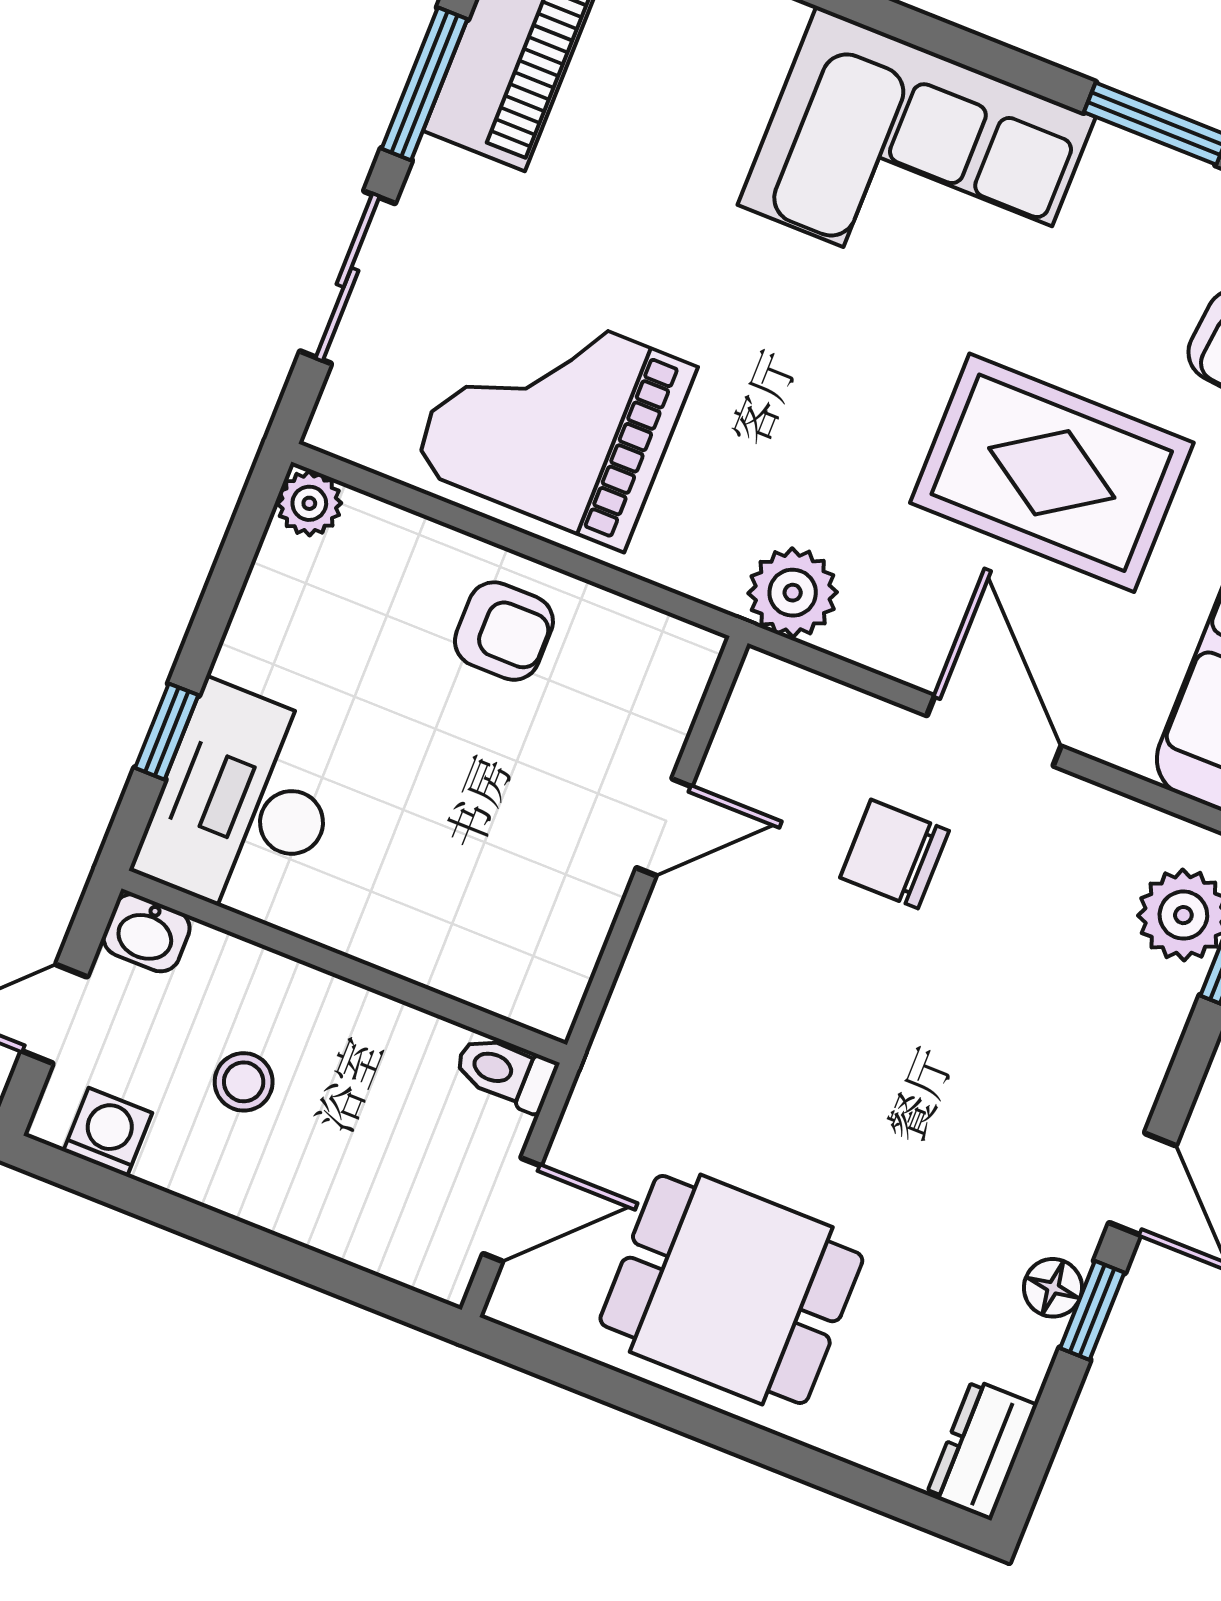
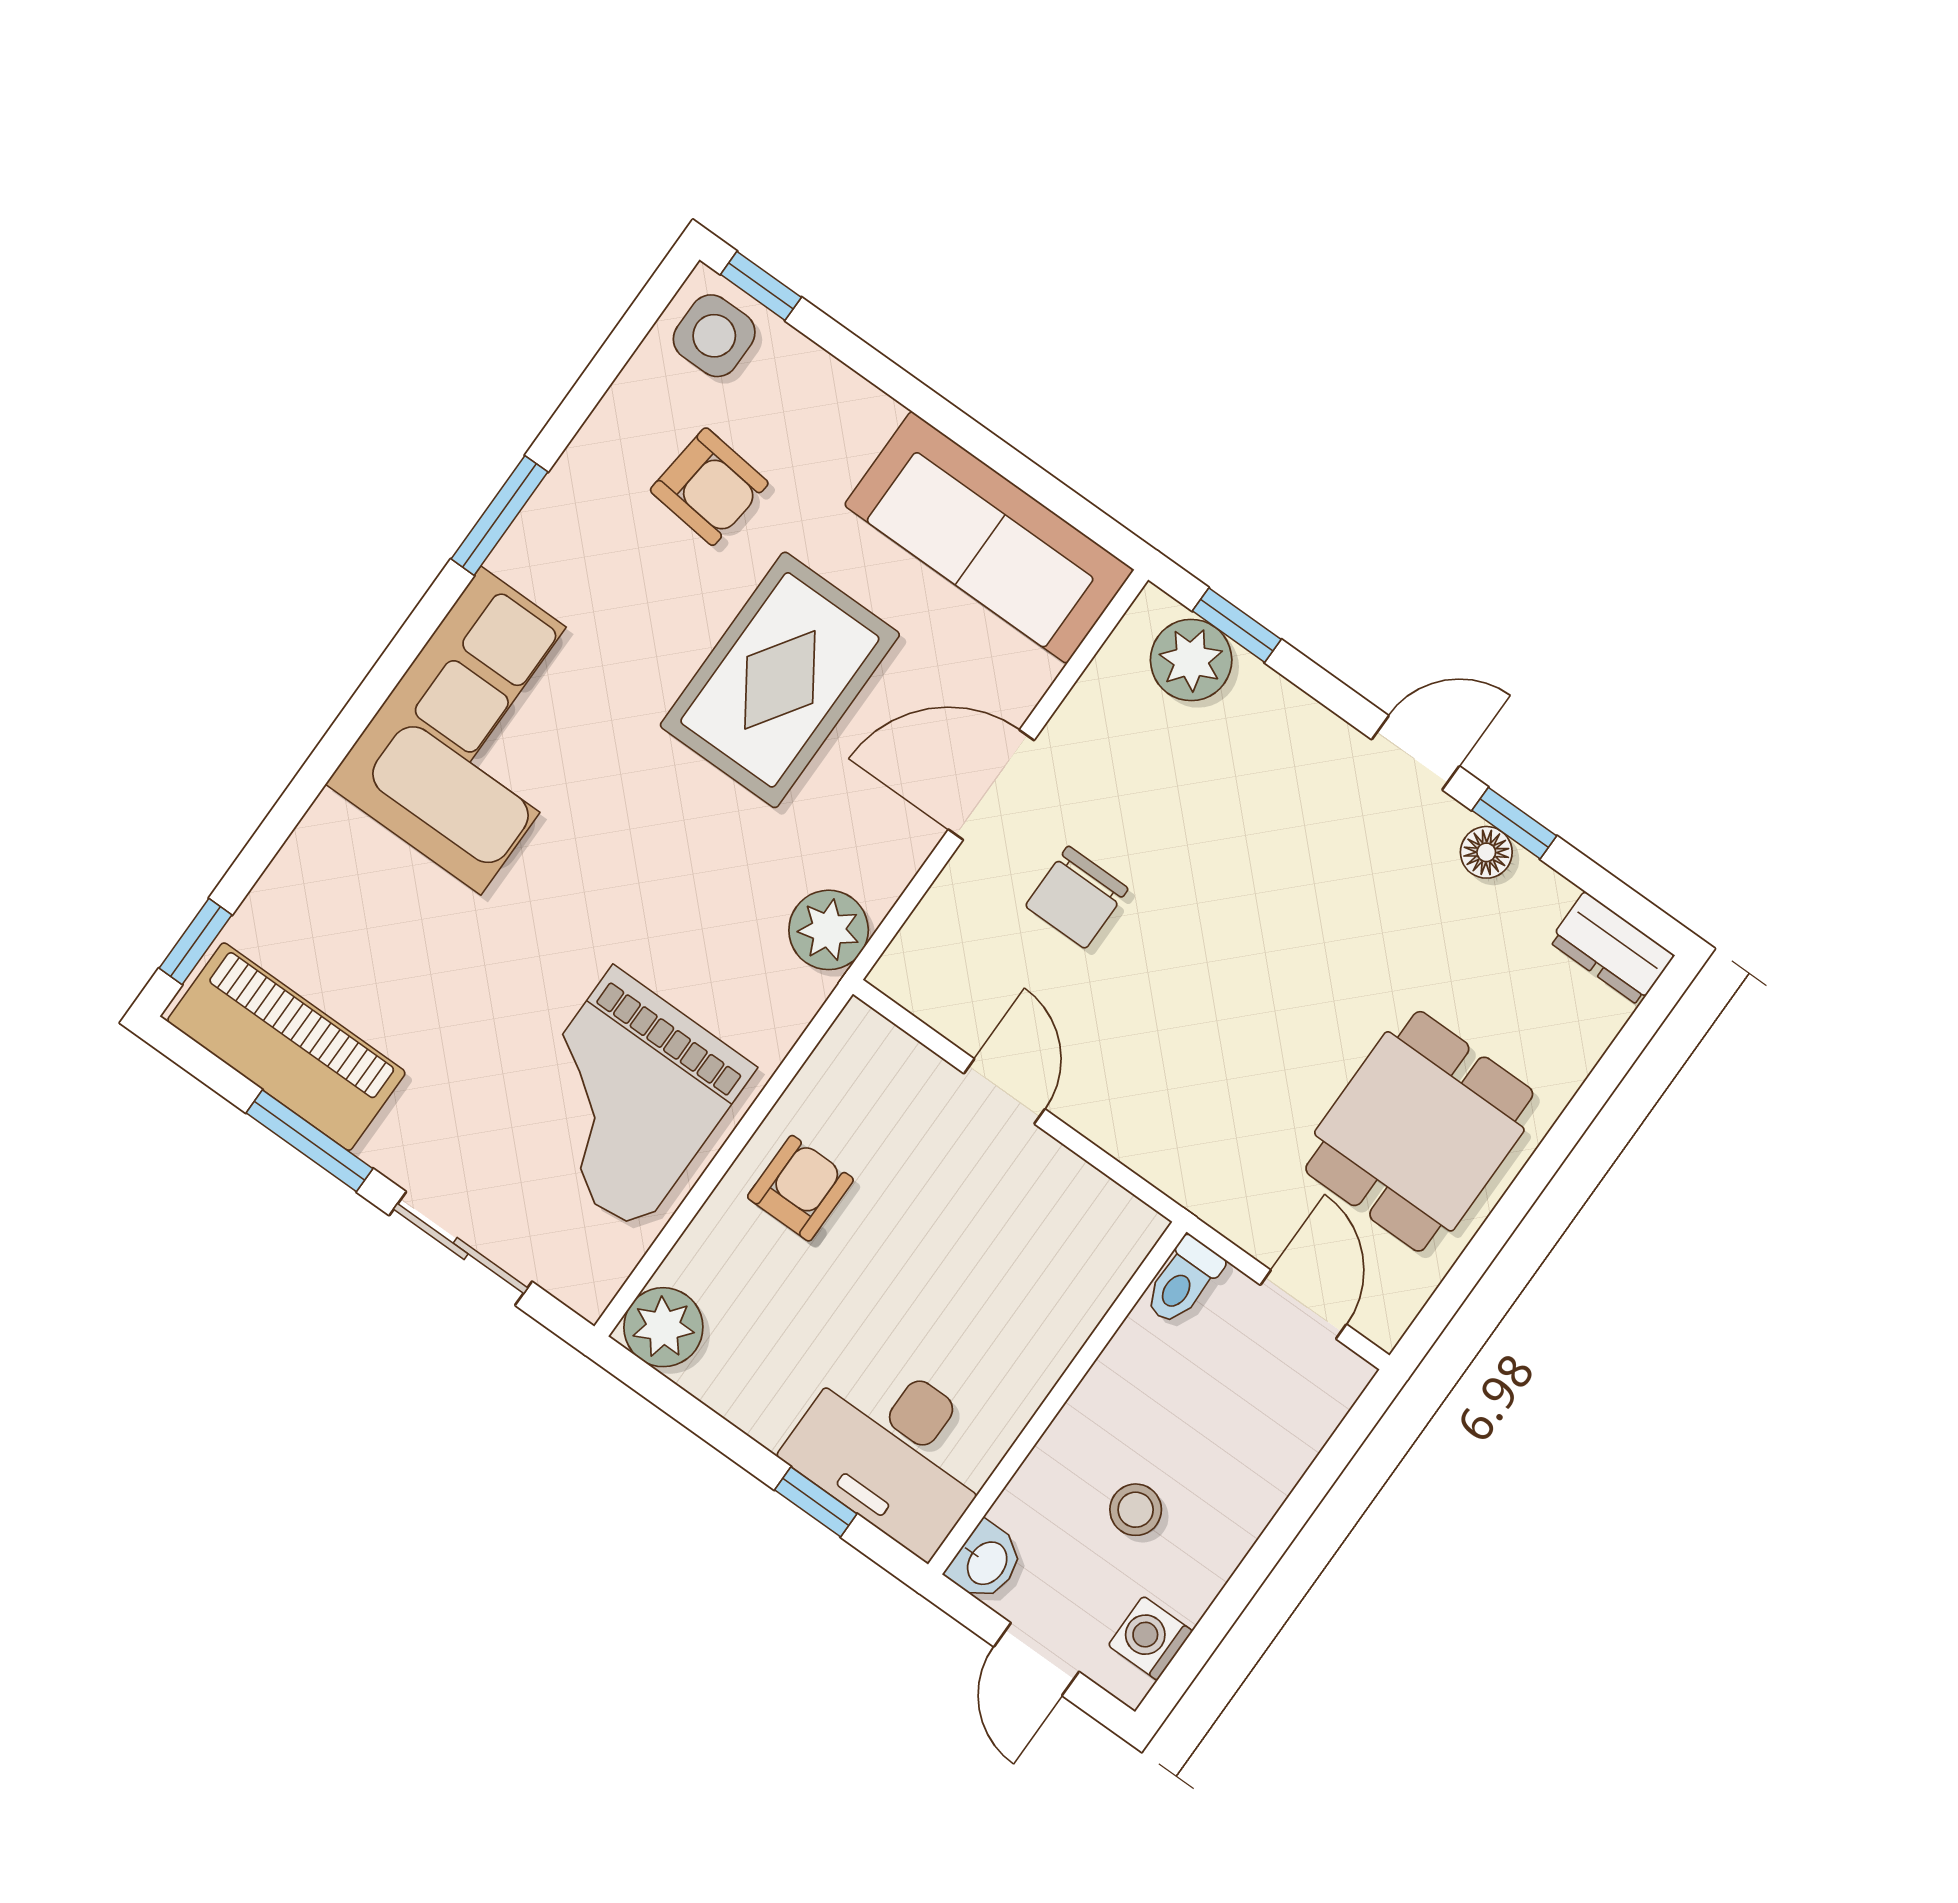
plant: (309, 503) -> (663, 1327), width x1.38, depth x1.38

